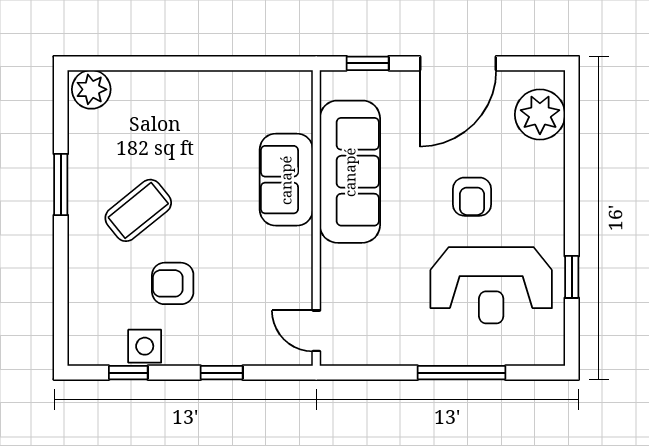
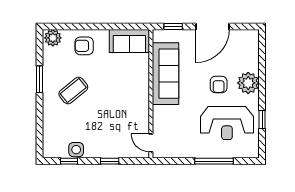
plant: (540, 115) -> (248, 83), moved
sofa: (286, 180) -> (129, 41), moved, turned -90
armchair: (173, 283) -> (84, 46), moved

